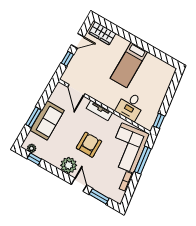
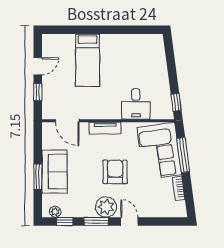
wardrobe: (102, 33) -> (60, 43), removed
bed: (129, 65) -> (88, 60), moved
window: (99, 196) -> (96, 221), moved

